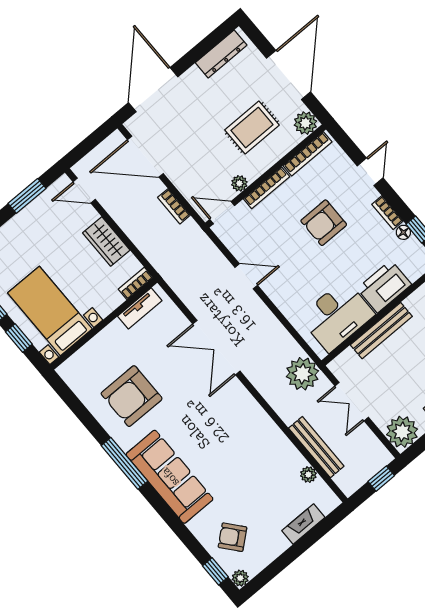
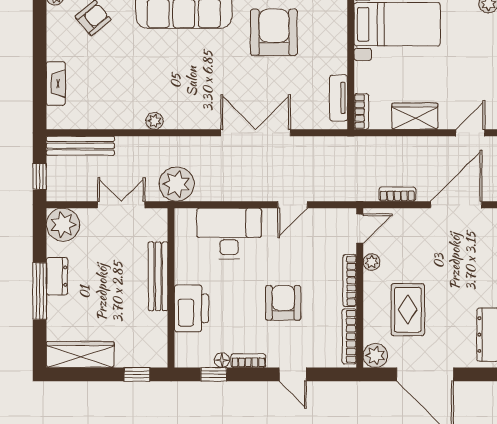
desk: (337, 316) -> (229, 233), moved, turned 90
bench: (316, 447) -> (80, 146), moved
plant: (308, 475) -> (155, 121), moved

